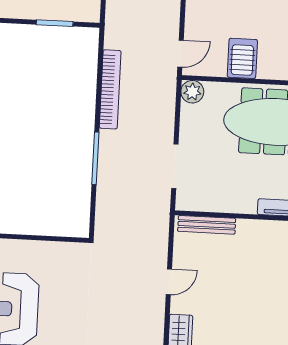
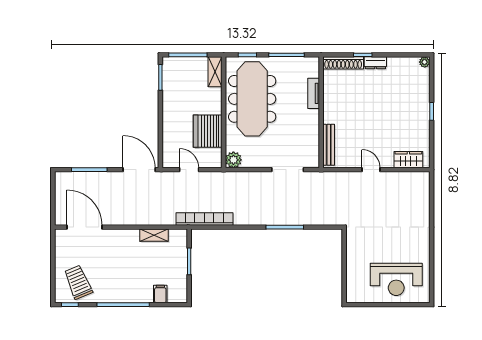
door: (180, 54) -> (189, 170), moved
server rack: (242, 58) -> (208, 131), width x1.60
bookcase: (110, 89) -> (204, 219), moved

